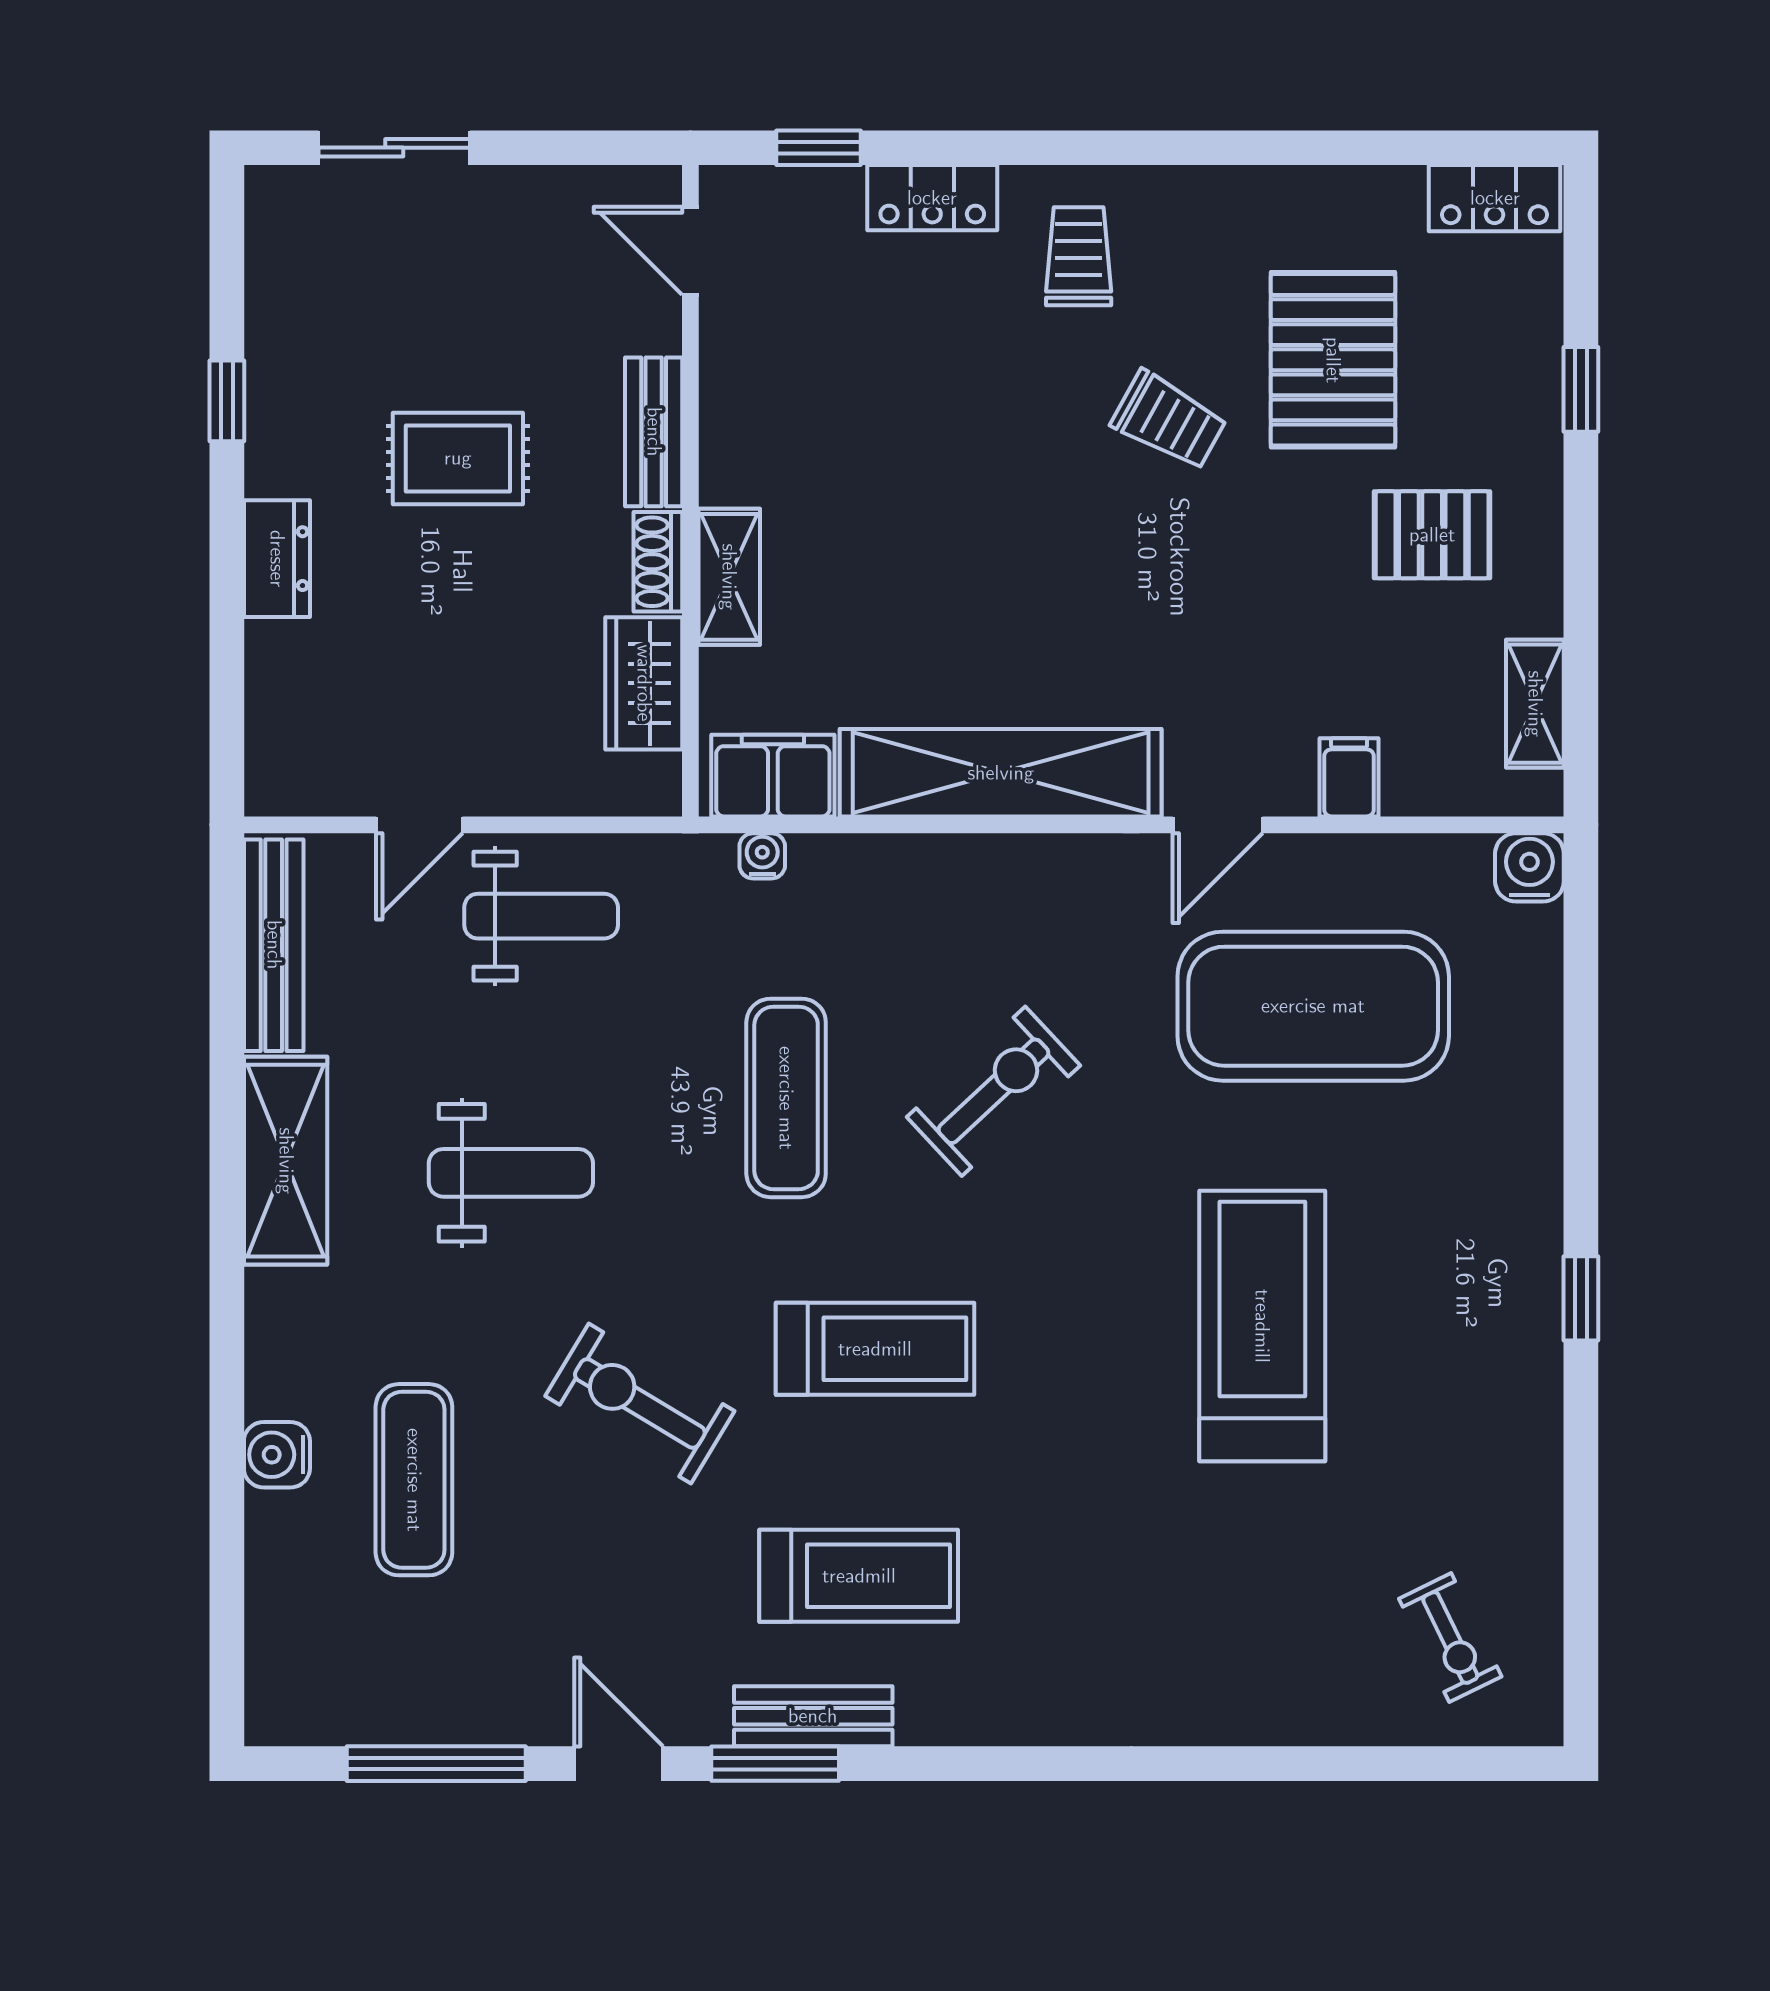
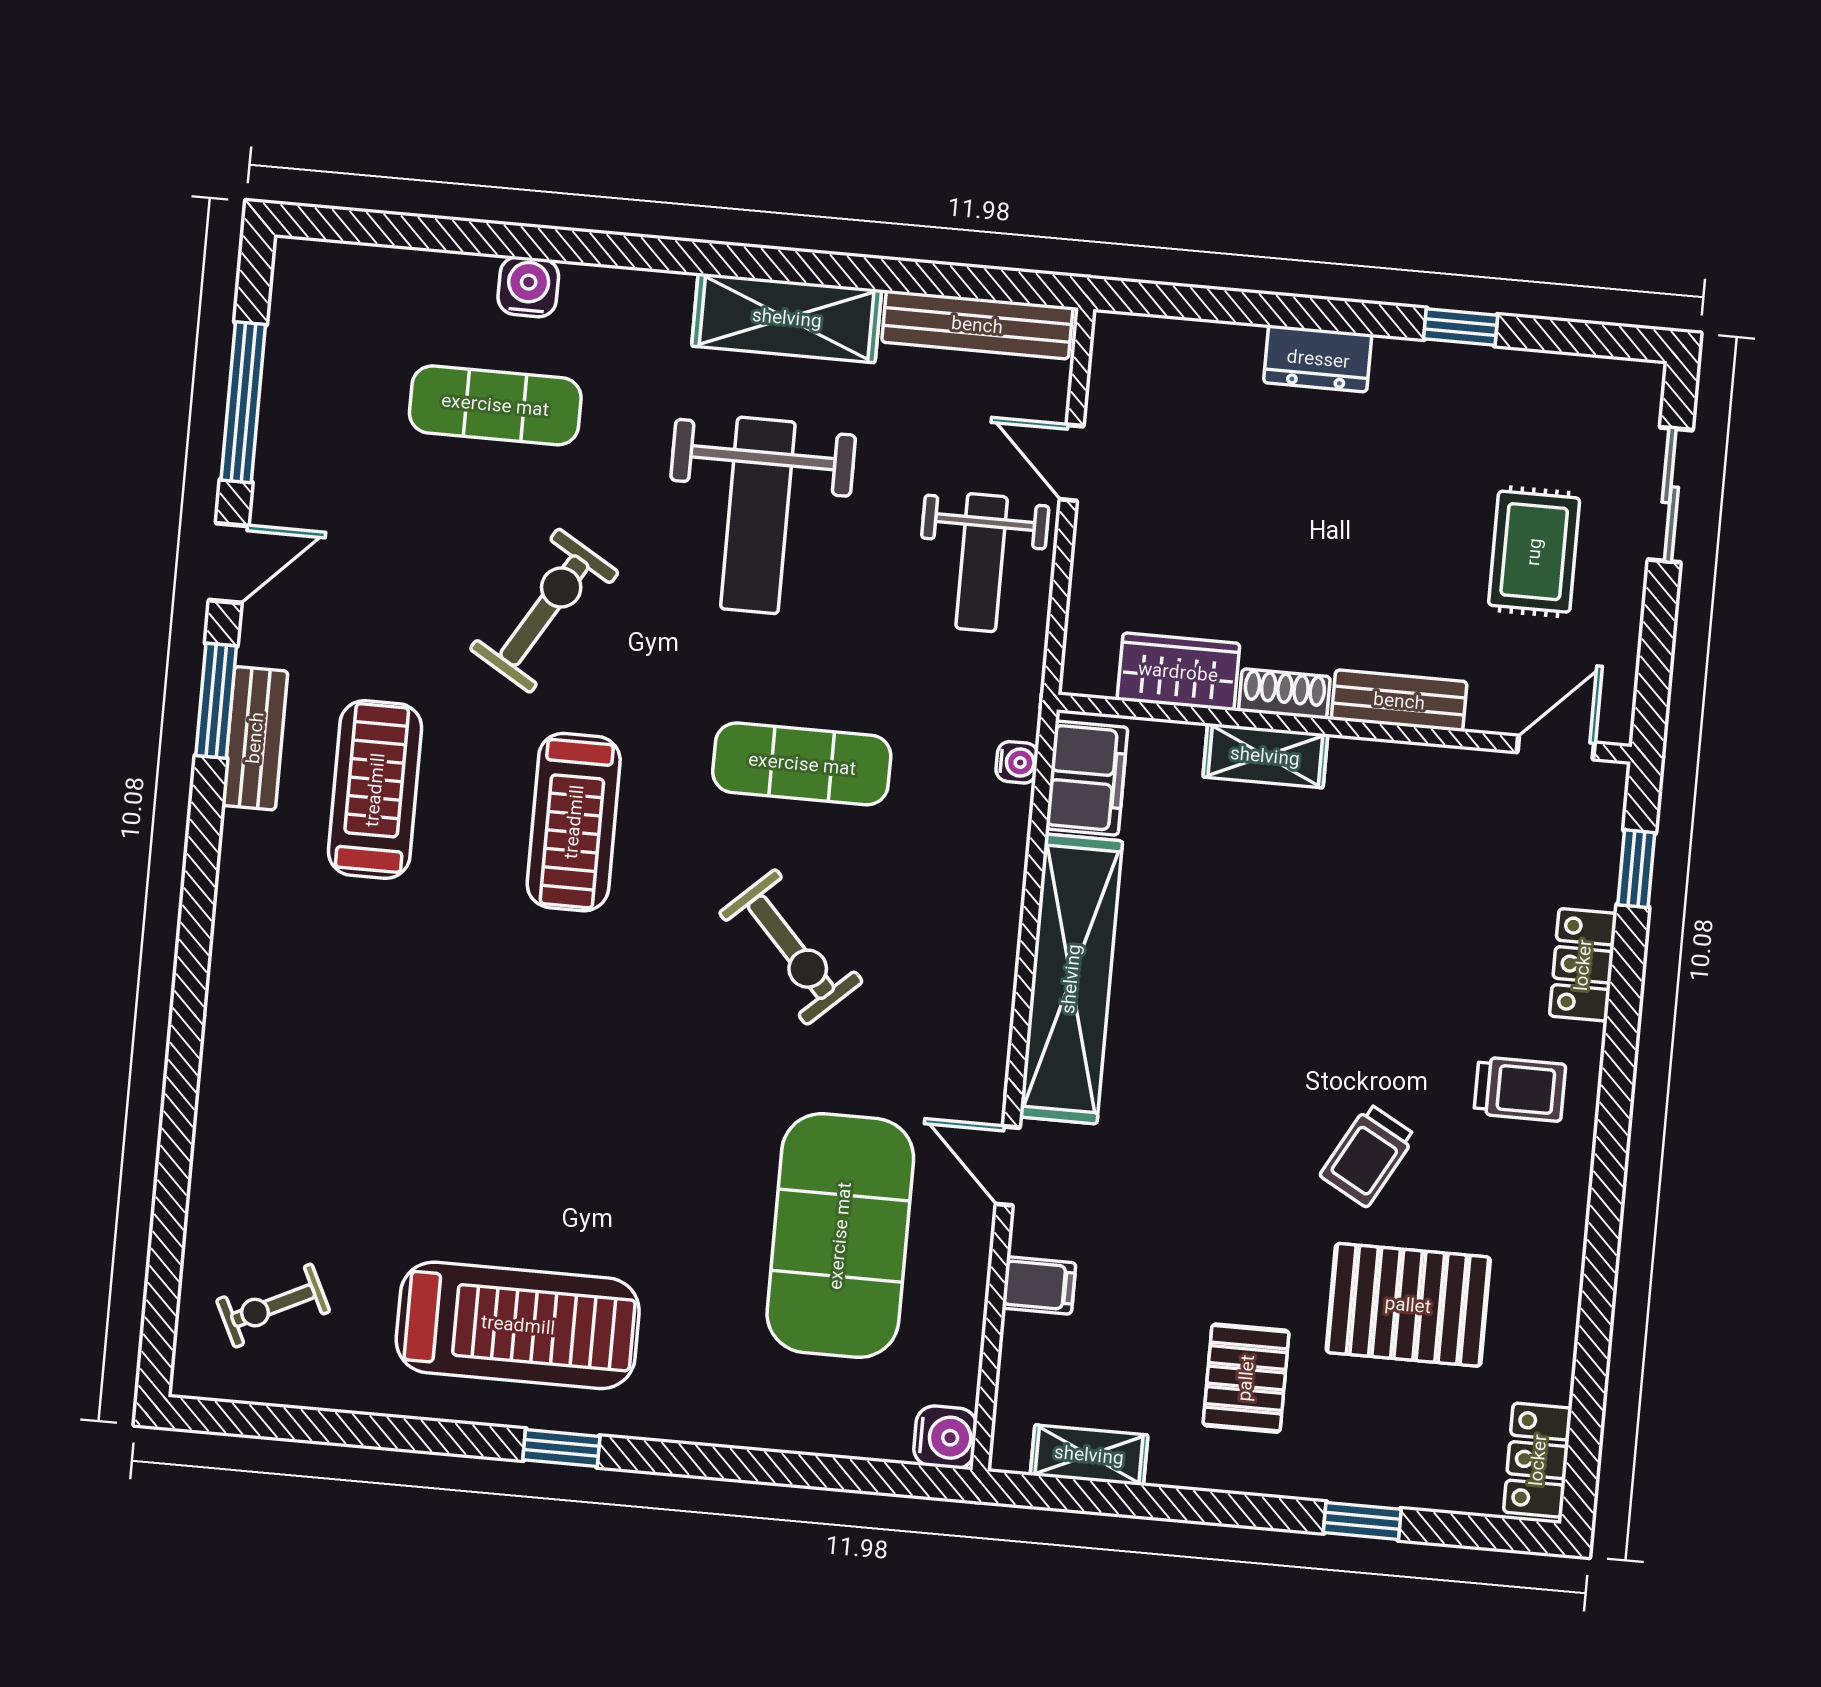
rug: (458, 458) -> (1534, 552), moved
weight bench: (511, 1173) -> (758, 515), width x1.36, depth x1.33
treadmill: (1262, 1326) -> (518, 1325), moved
treadmill: (859, 1576) -> (375, 790), turned 180

